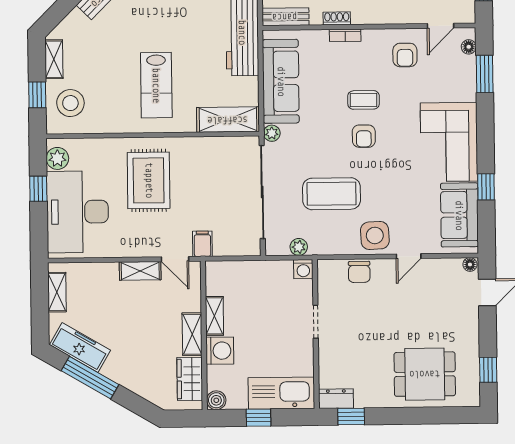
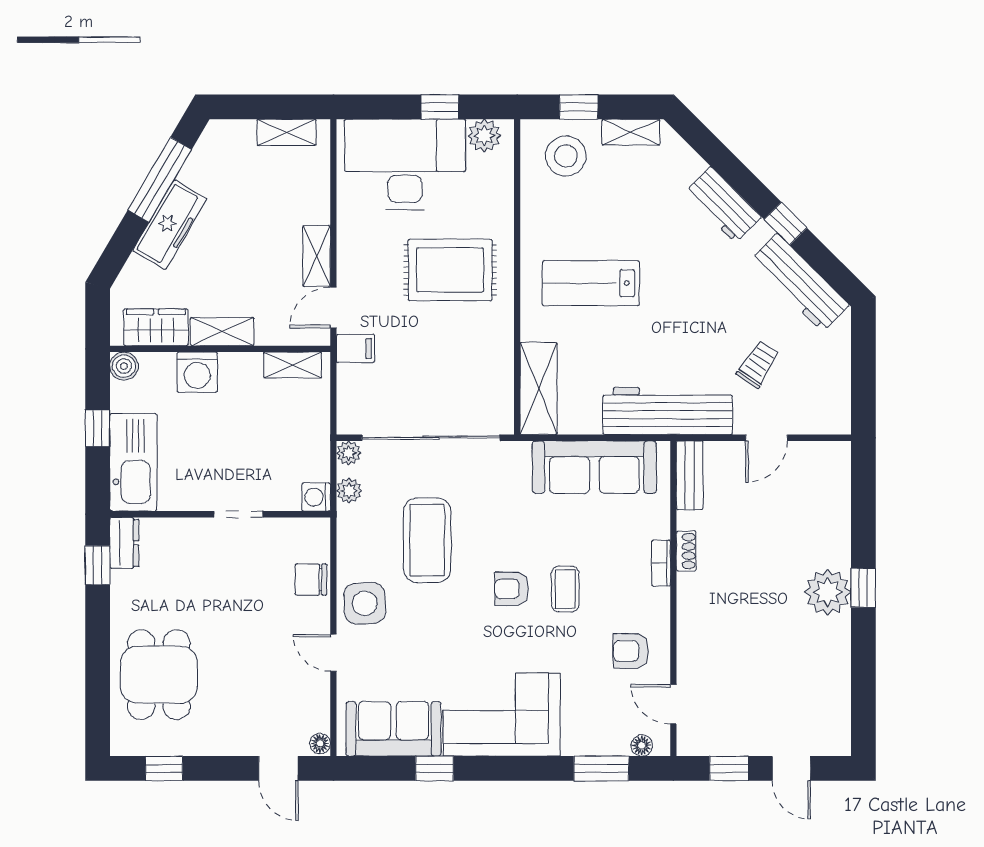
plant: (272, 133) -> (349, 453), moved
shelving: (214, 316) -> (293, 365), moved
freezer: (80, 347) -> (170, 225), moved

